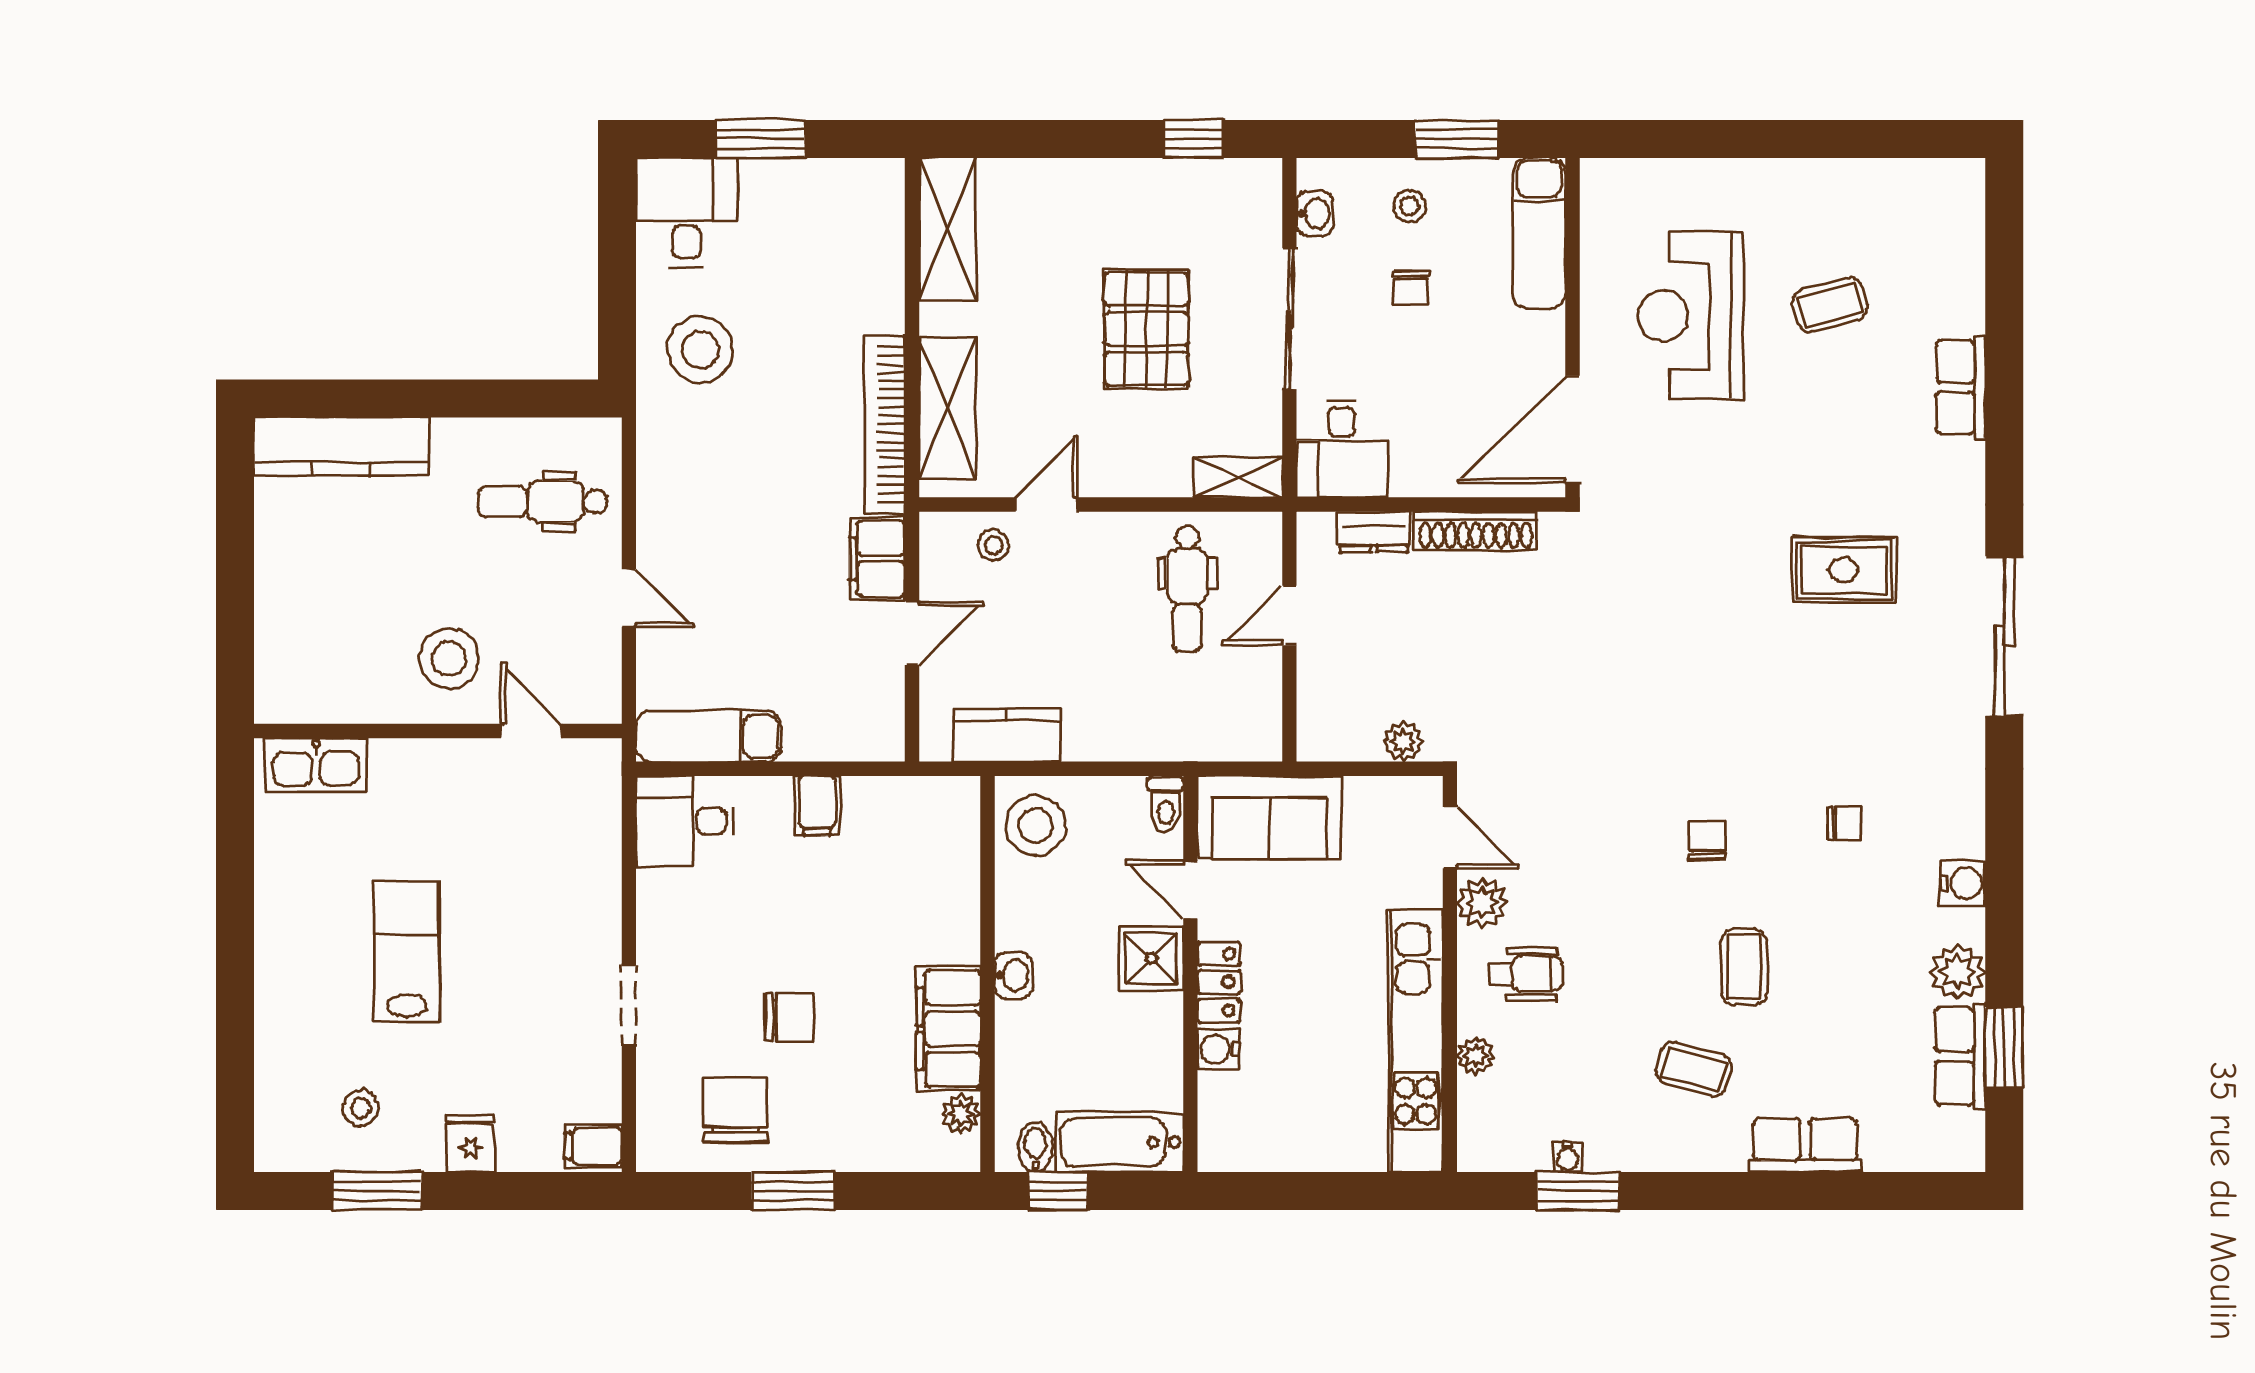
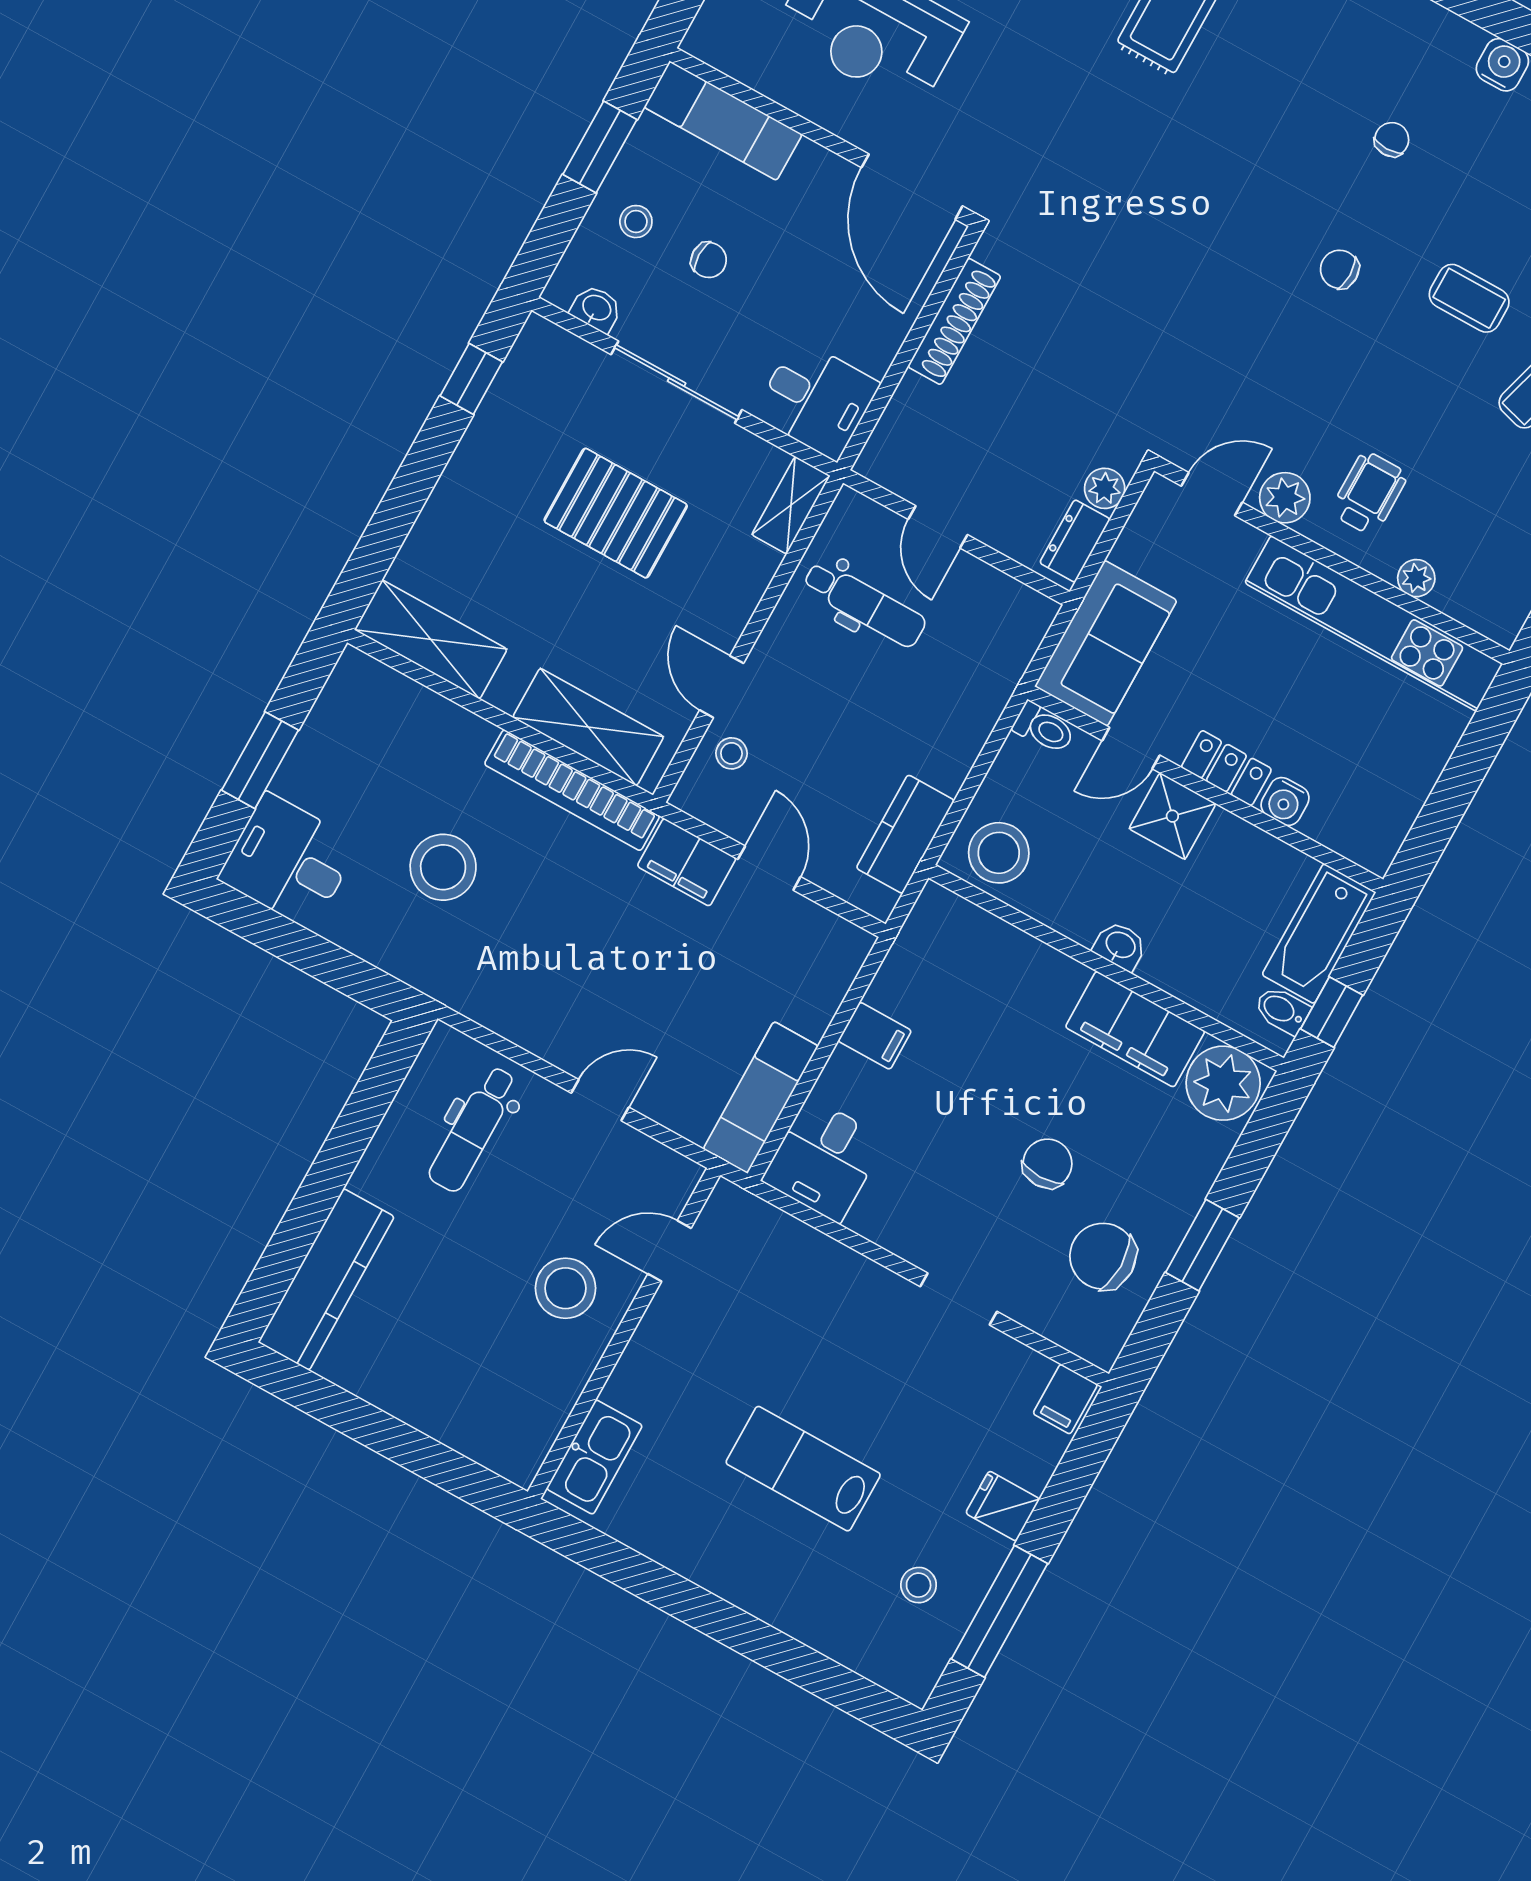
stool: (700, 350) -> (443, 867), moved
dresser: (1374, 532) -> (1075, 541), moved, turned 180
plant: (961, 1114) -> (1223, 1083), width x1.87, depth x1.87
window: (377, 1191) -> (999, 1611), width x1.44

